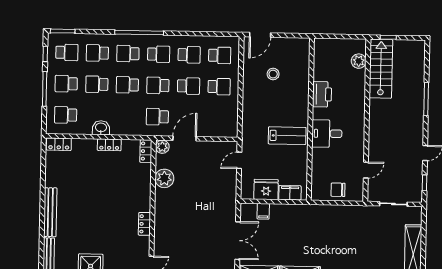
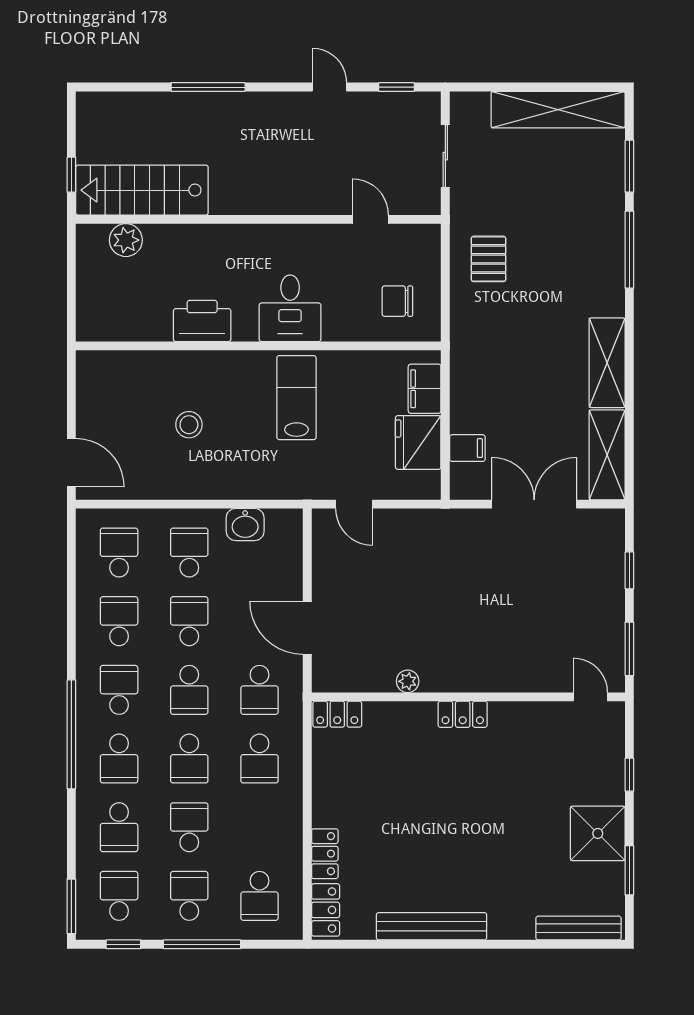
stool: (273, 74) -> (189, 425), moved
school desk: (66, 84) -> (189, 896), turned 180
school desk: (97, 84) -> (189, 827), turned 180
school desk: (127, 116) -> (259, 759), added
washbasin: (101, 128) -> (245, 525), moved, turned -90
locker: (109, 145) -> (325, 854), moved
plant: (162, 147) -> (327, 677), removed
plant: (164, 178) -> (408, 681), width x0.53, depth x0.53
chair: (338, 190) -> (397, 301), moved, turned 90
bench: (50, 212) -> (432, 926), moved
pallet: (347, 222) -> (489, 259), added
locker: (144, 224) -> (463, 714), moved

